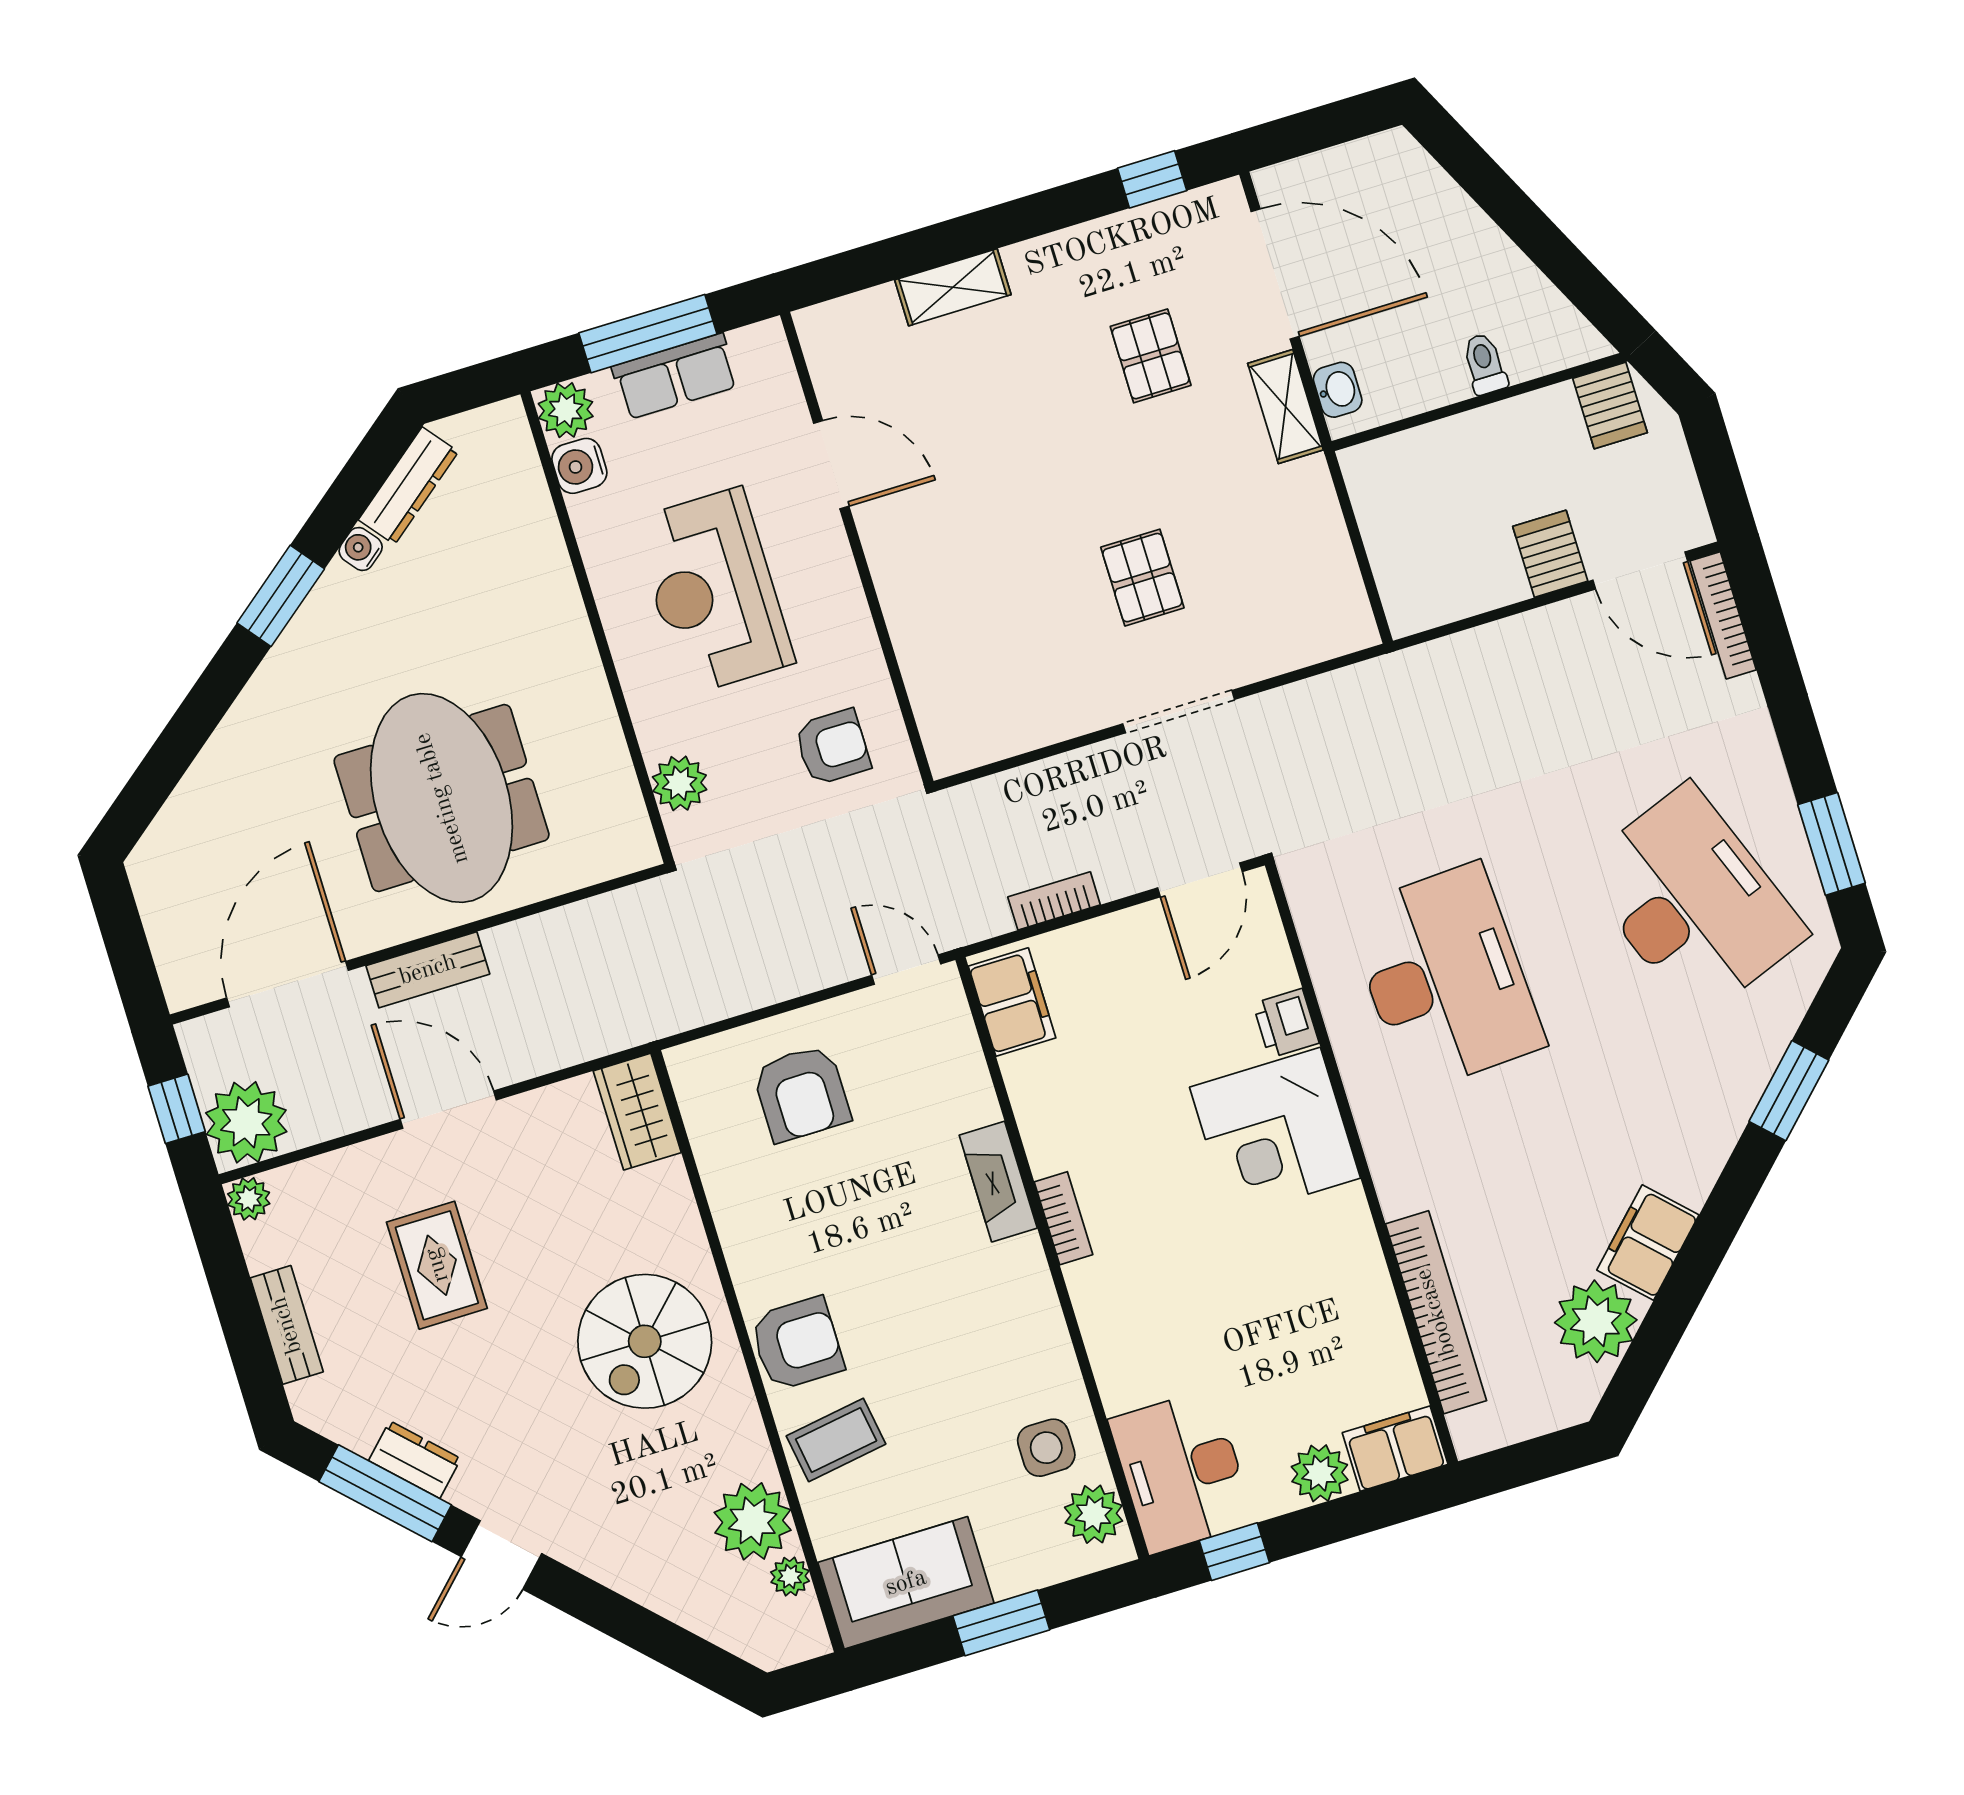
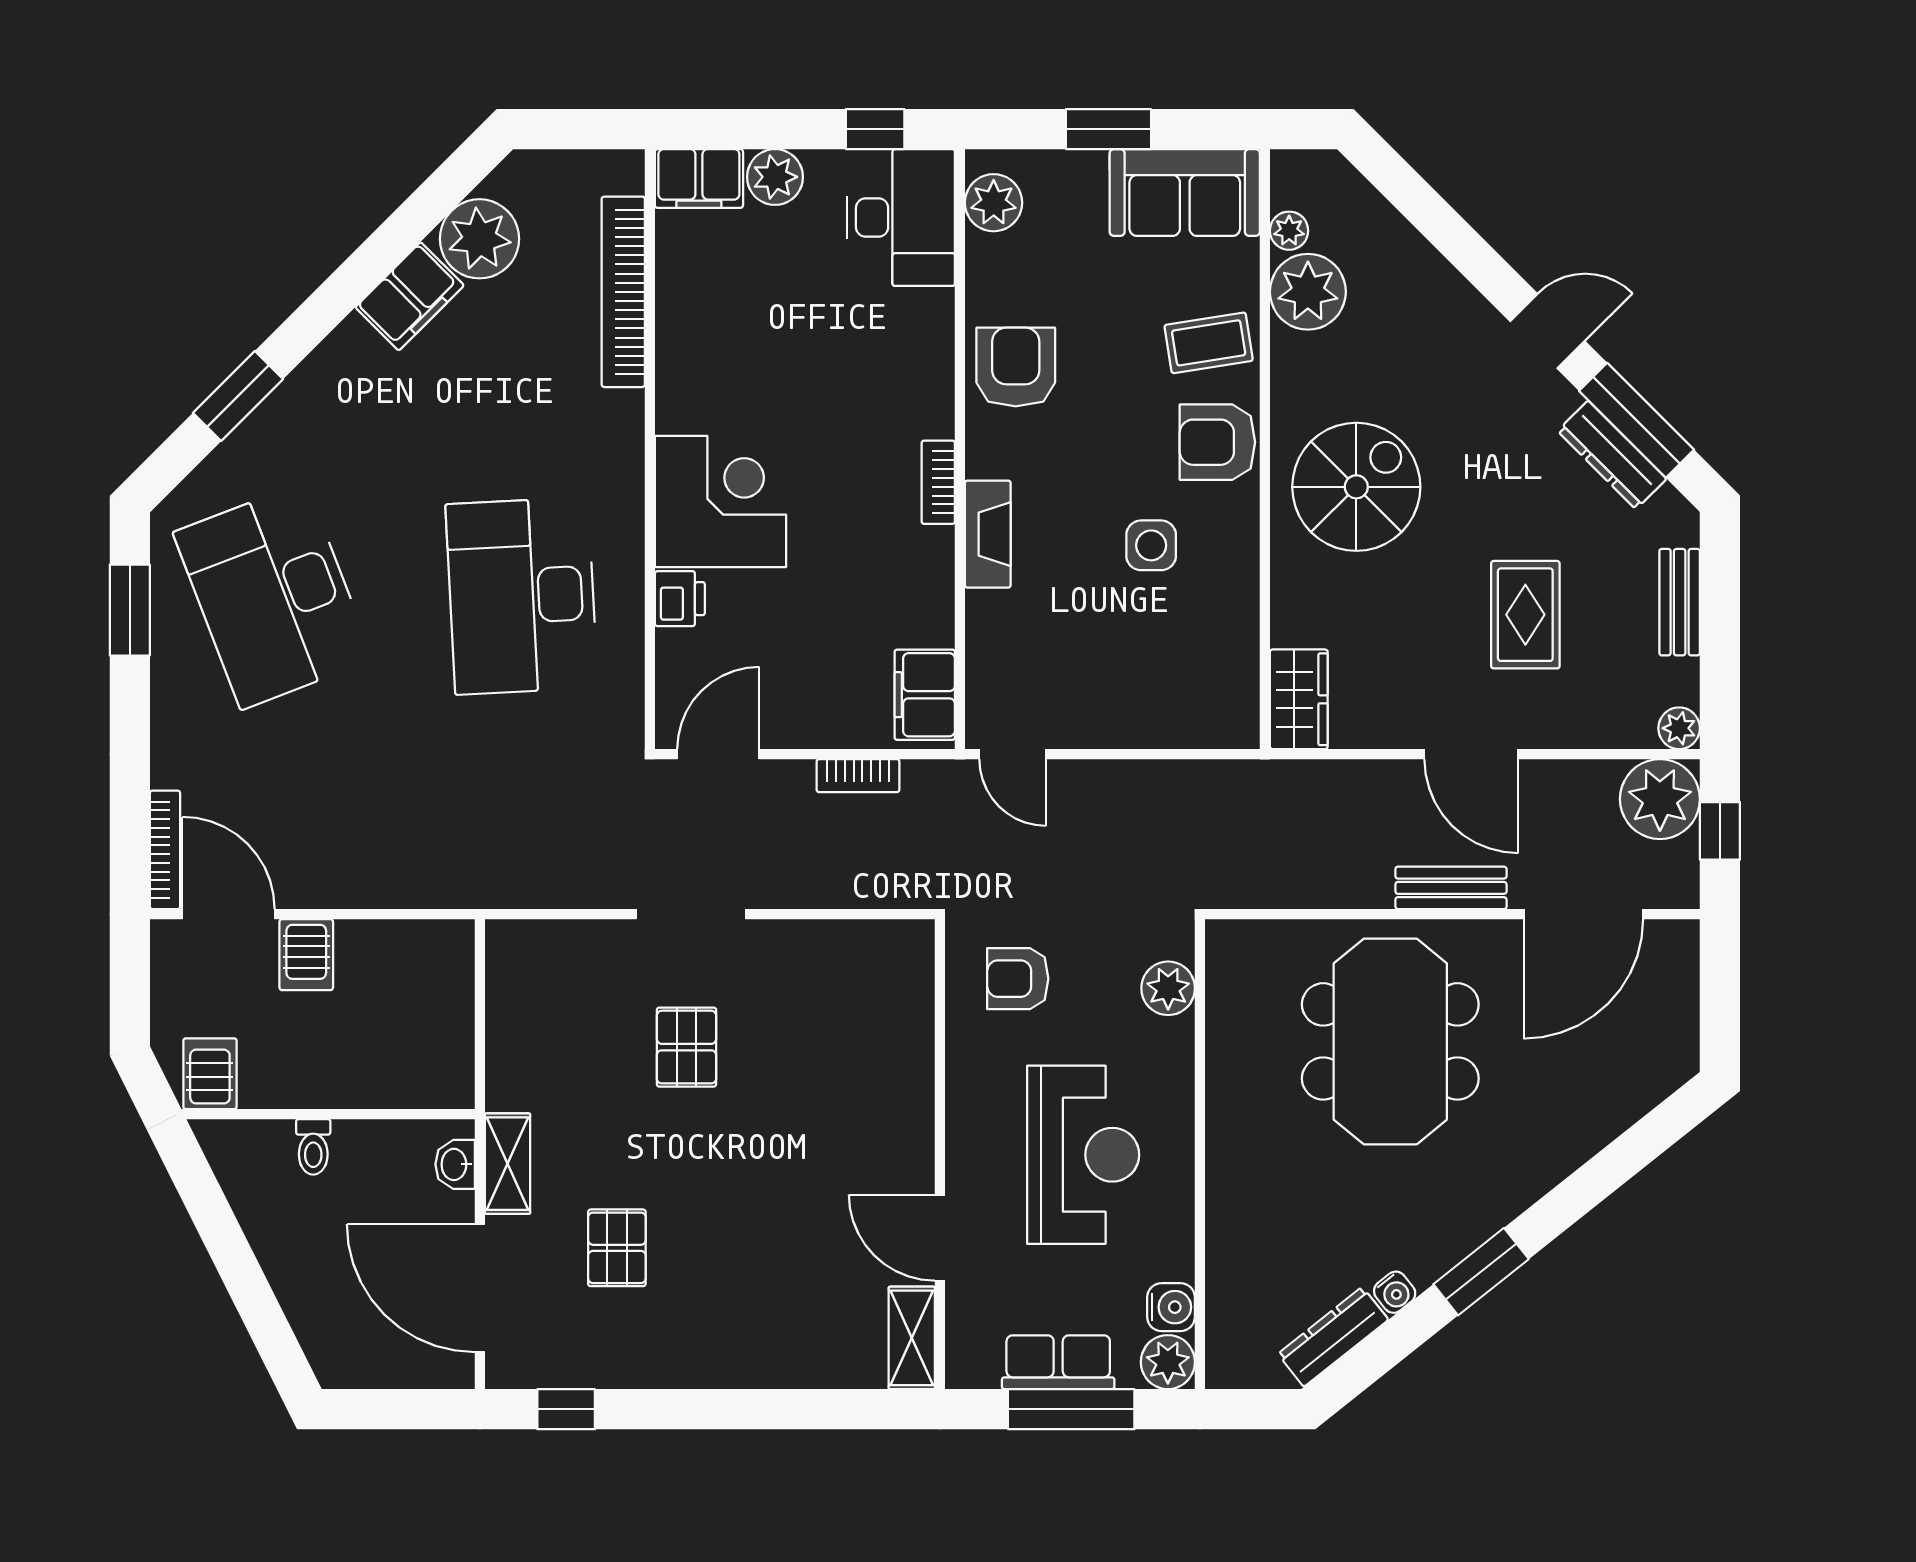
shelving: (953, 287) -> (912, 1338), moved, turned 90
armchair: (801, 1093) -> (1016, 367), moved
side table: (1046, 1448) -> (1151, 545), moved
dresser: (415, 1460) -> (1612, 455), width x1.44

